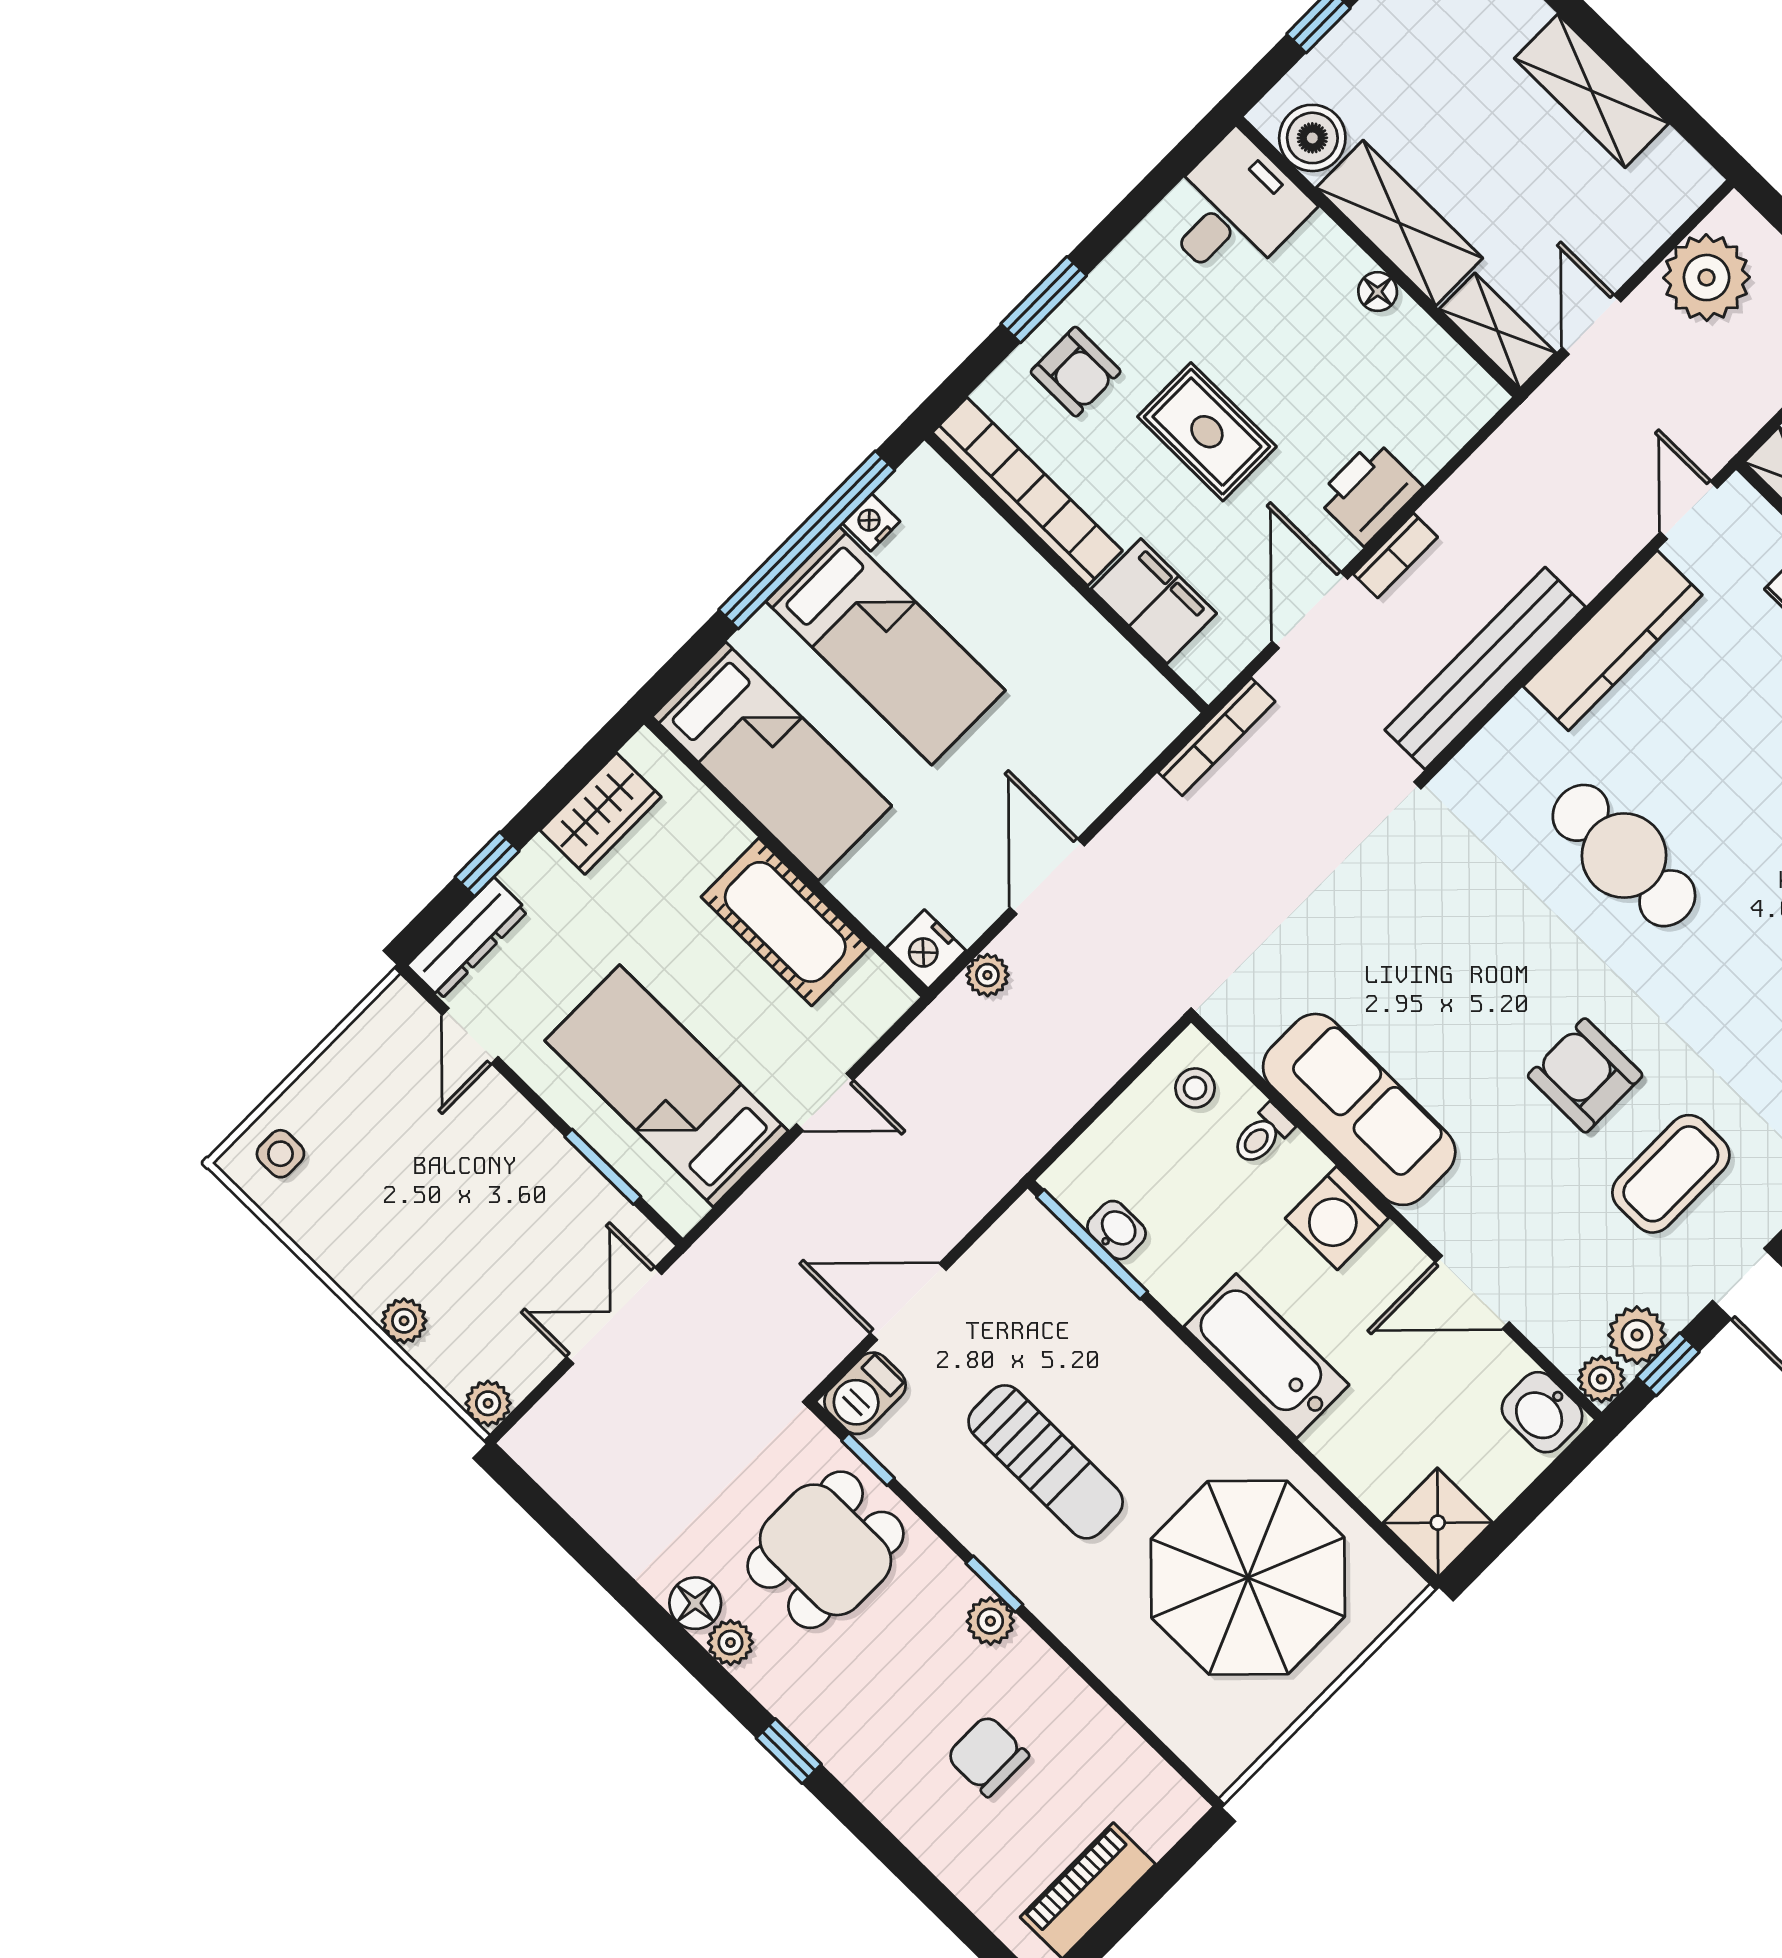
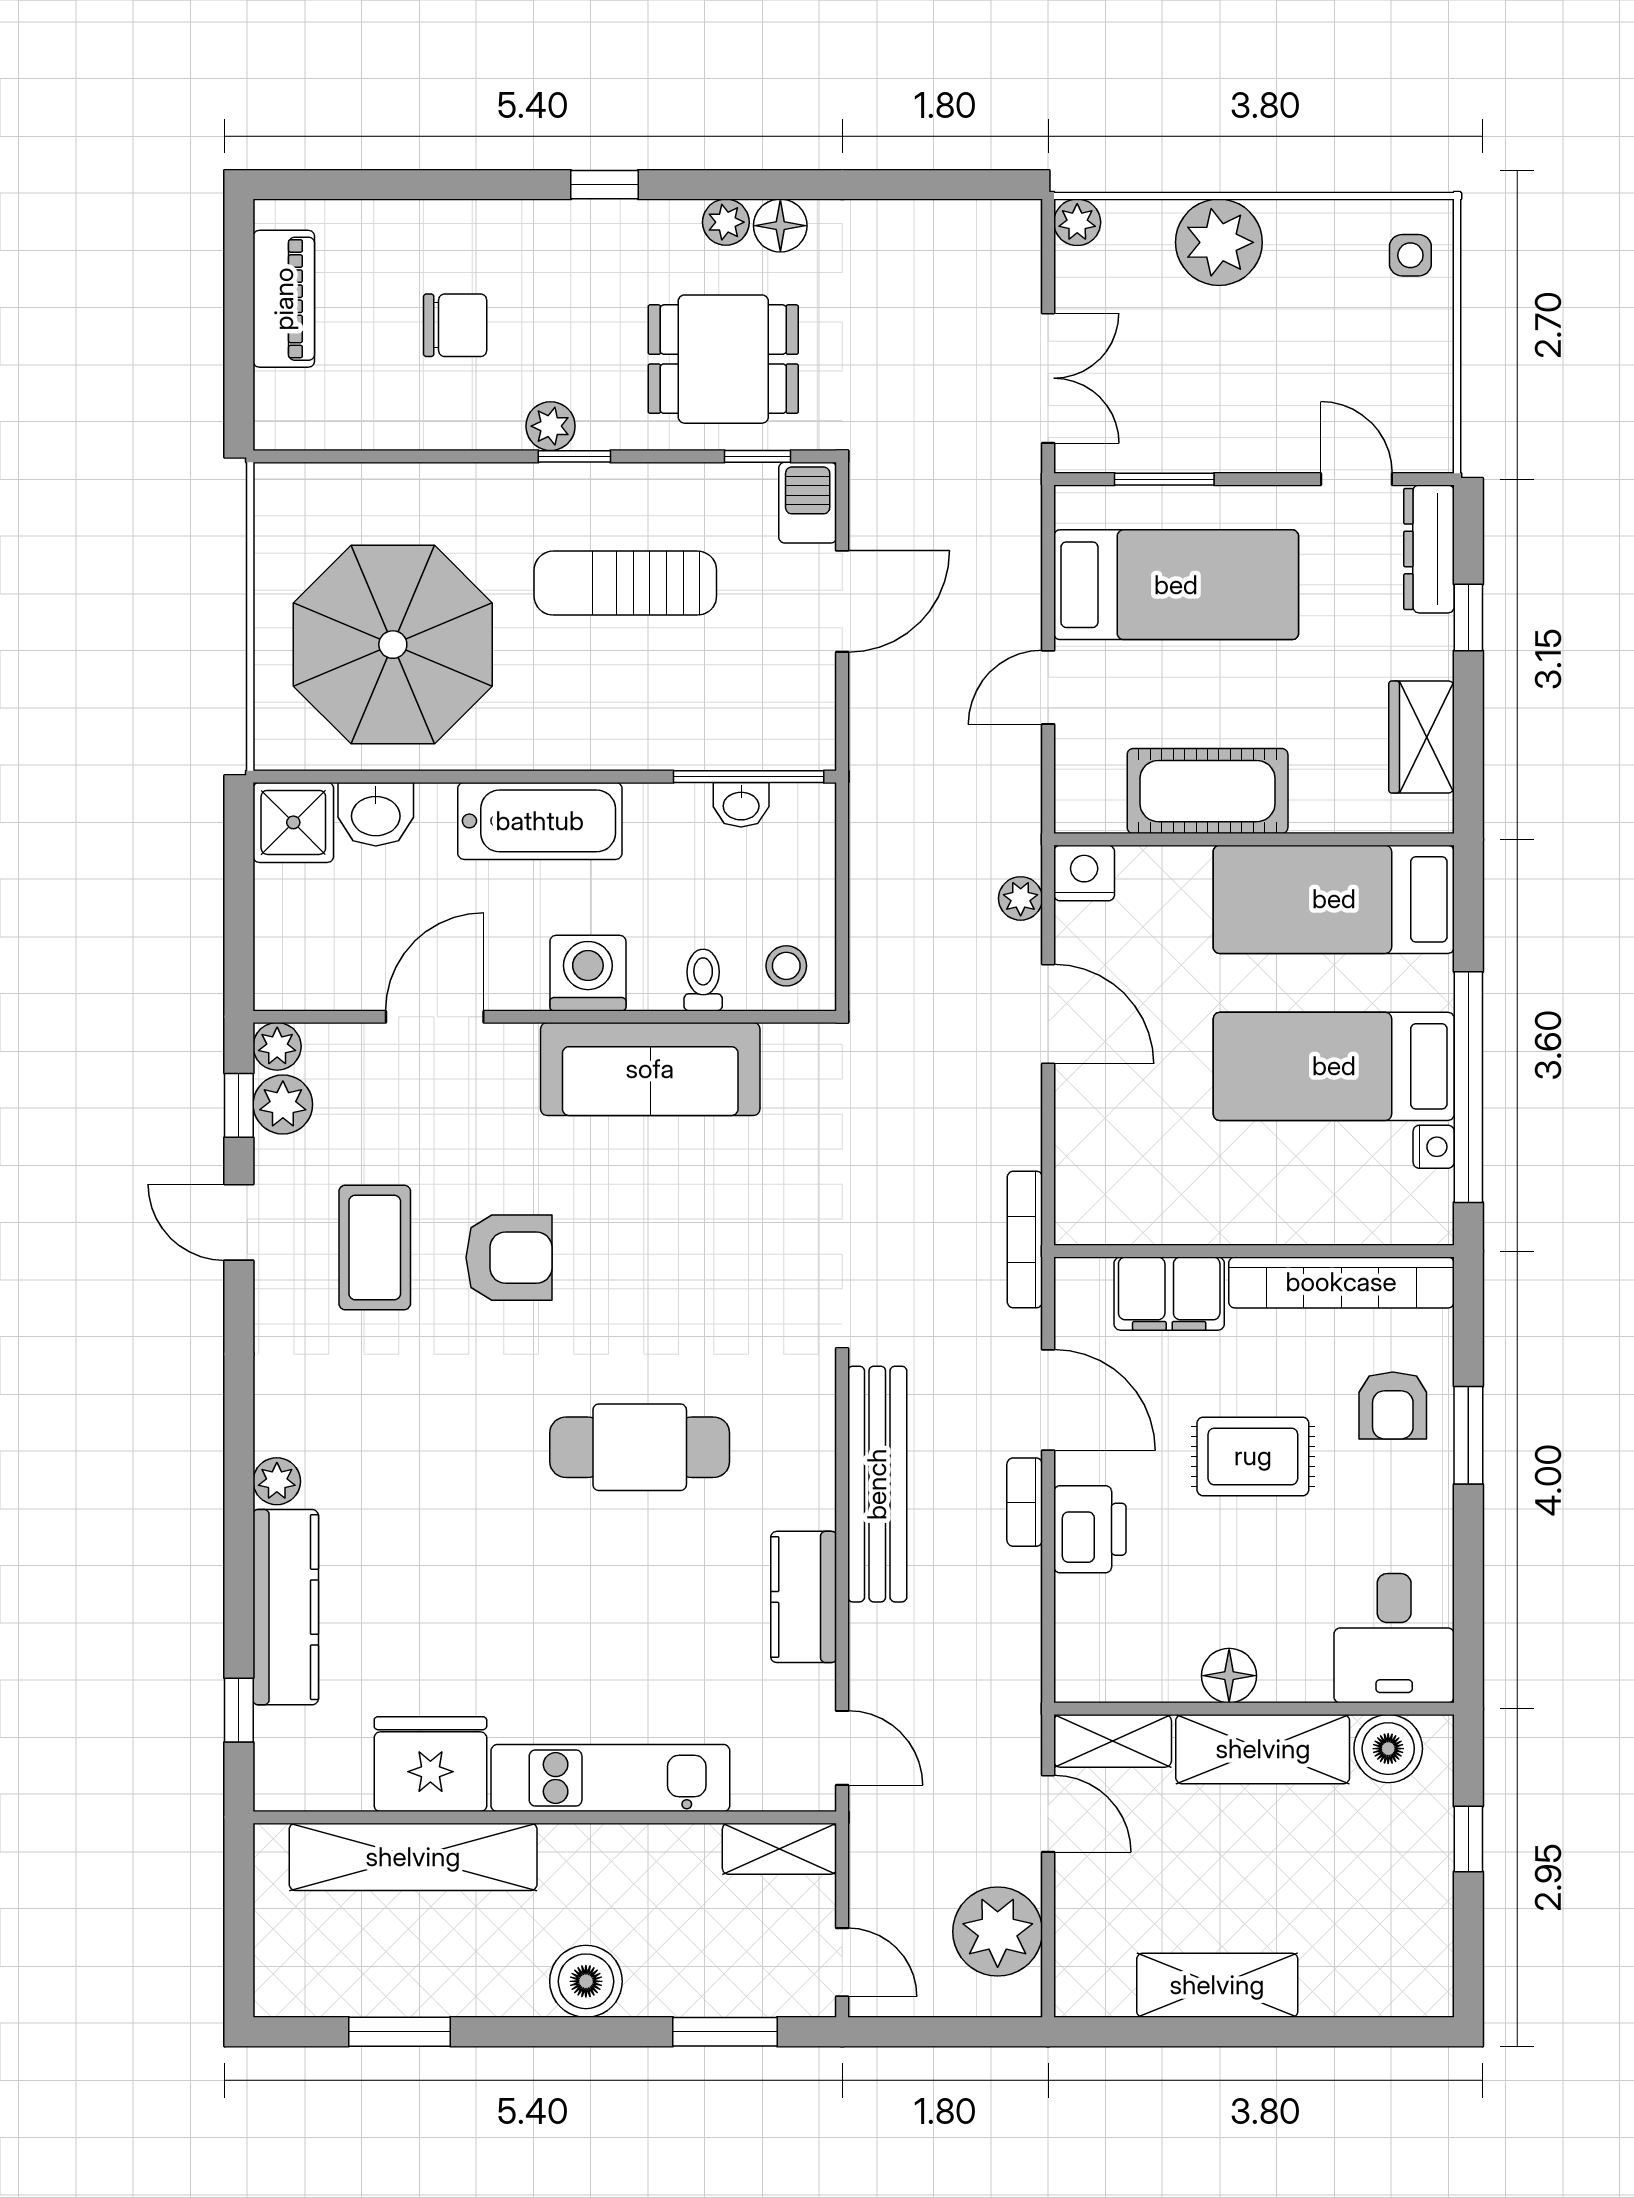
floor lamp: (1378, 292) -> (1229, 1676), width x1.37, depth x1.37
armchair: (1076, 372) -> (1393, 1405), turned -90
kitchen counter: (1613, 641) -> (804, 1597), width x0.67
plant: (404, 1321) -> (1219, 242), width x1.88, depth x1.88
washbasin: (1542, 1412) -> (376, 814), moved, turned 180
dining table: (825, 1550) -> (723, 359), turned 90

